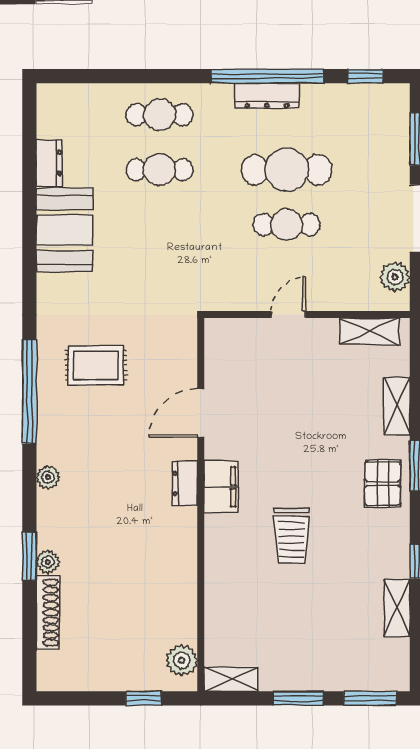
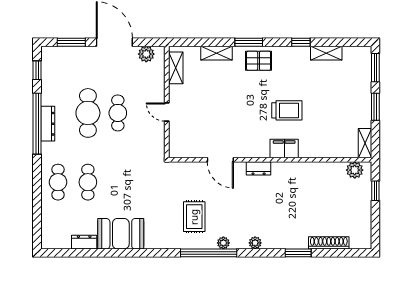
filing cabinet: (221, 487) -> (284, 149), moved
plant: (48, 562) -> (223, 243), moved

